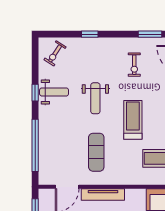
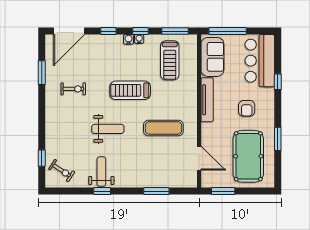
window: (90, 34) -> (42, 158), moved
window: (35, 145) -> (156, 191), width x0.47
tv unit: (103, 195) -> (207, 100), moved

